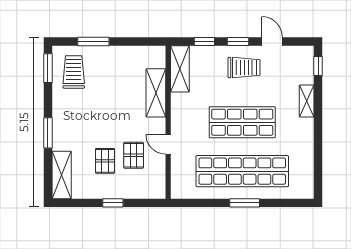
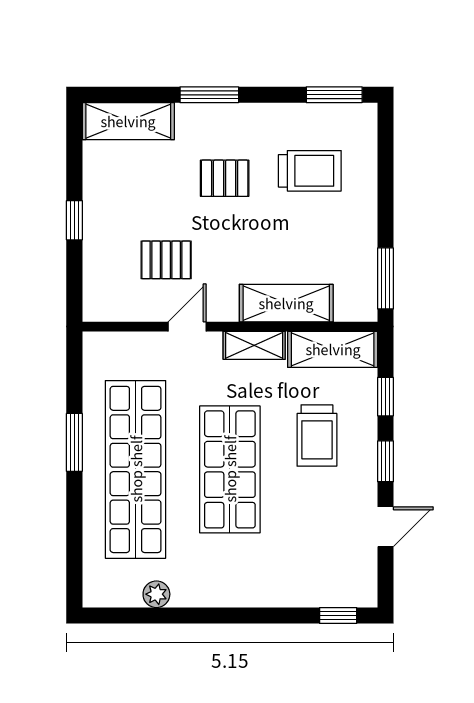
window: (93, 41) -> (385, 278), moved
trolley: (244, 68) -> (317, 436), moved
trolley: (74, 72) -> (310, 171), moved
shelving: (307, 101) -> (254, 345), moved
plant: (307, 160) -> (156, 594), added
pallet: (105, 161) -> (225, 178), moved
window: (245, 203) -> (74, 442), moved

